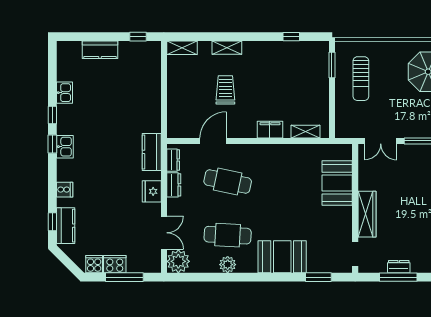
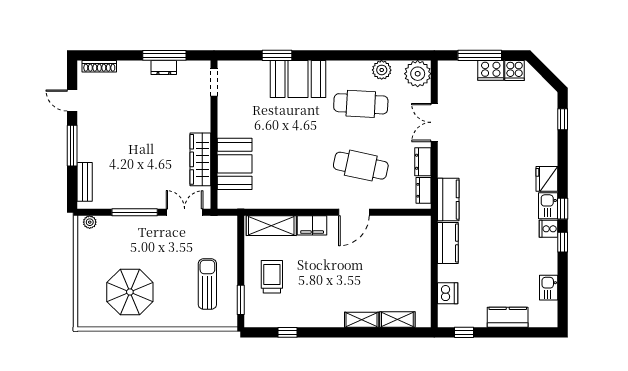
shelving: (182, 48) -> (397, 320), moved
dishwasher: (152, 71) -> (448, 293), added
trolley: (225, 90) -> (272, 277), moved, turned 180
kitchen sink: (65, 93) -> (549, 288), moved
shelving: (305, 132) -> (271, 226), width x1.50, depth x1.33
door: (213, 141) -> (354, 212), moved
cooker: (65, 190) -> (548, 229), moved
fridge: (152, 191) -> (547, 179), moved, turned 180
wardrobe: (367, 214) -> (200, 159), moved
kitchen counter: (66, 226) -> (448, 243), moved, turned 180
double door: (164, 233) -> (434, 122), moved
plant: (228, 265) -> (382, 70), moved
window: (318, 277) -> (277, 55), moved

